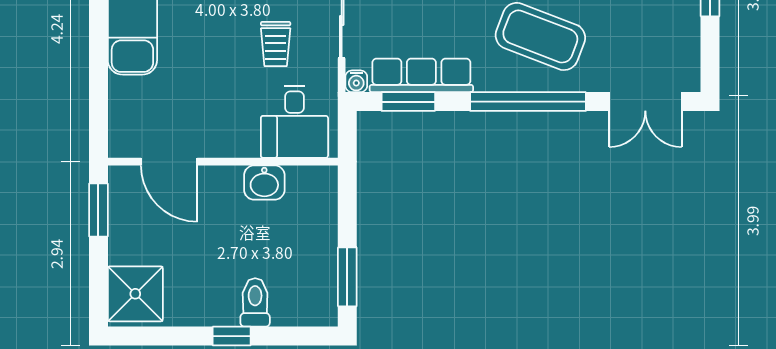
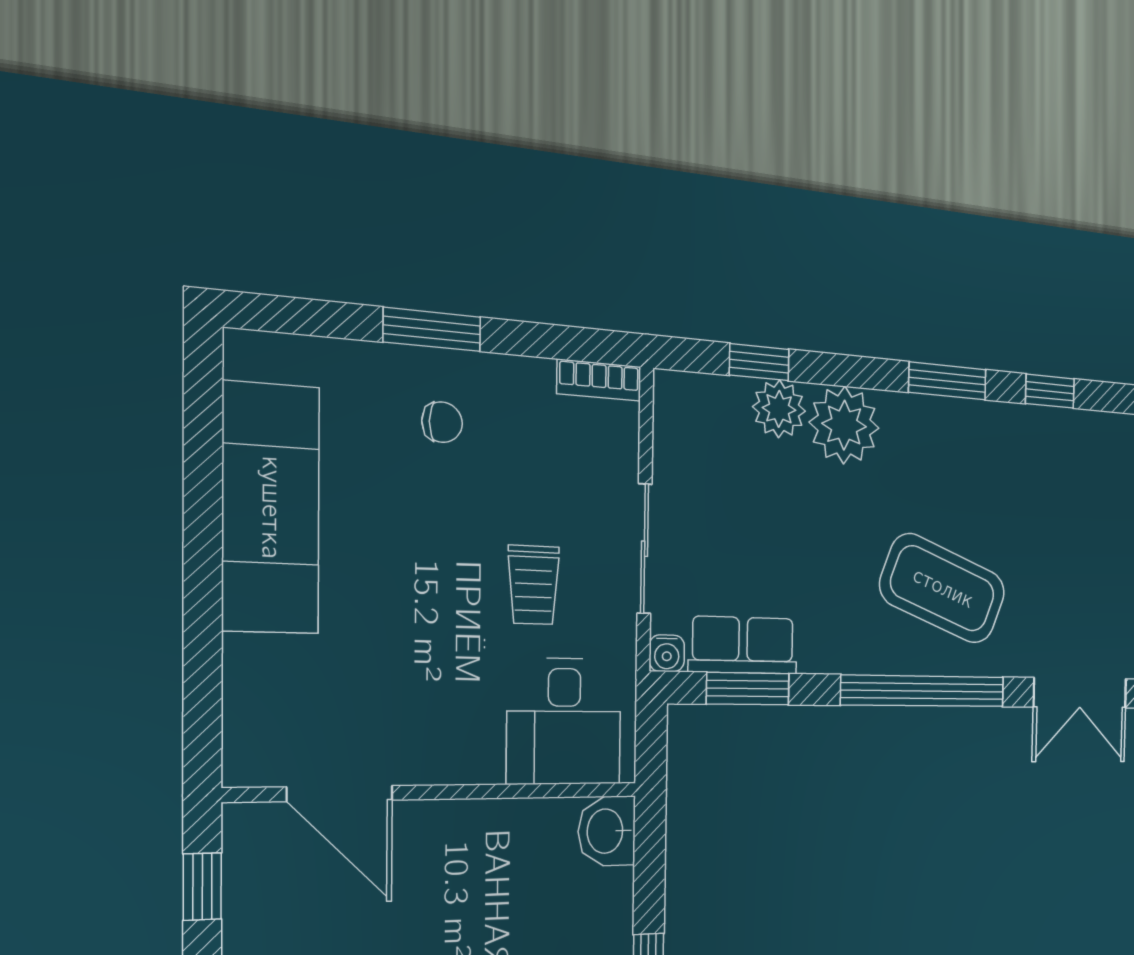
row of seats: (421, 75) -> (743, 645), width x0.68
washbasin: (264, 183) -> (607, 831), moved, turned 90
window: (98, 210) -> (202, 887), width x0.67

